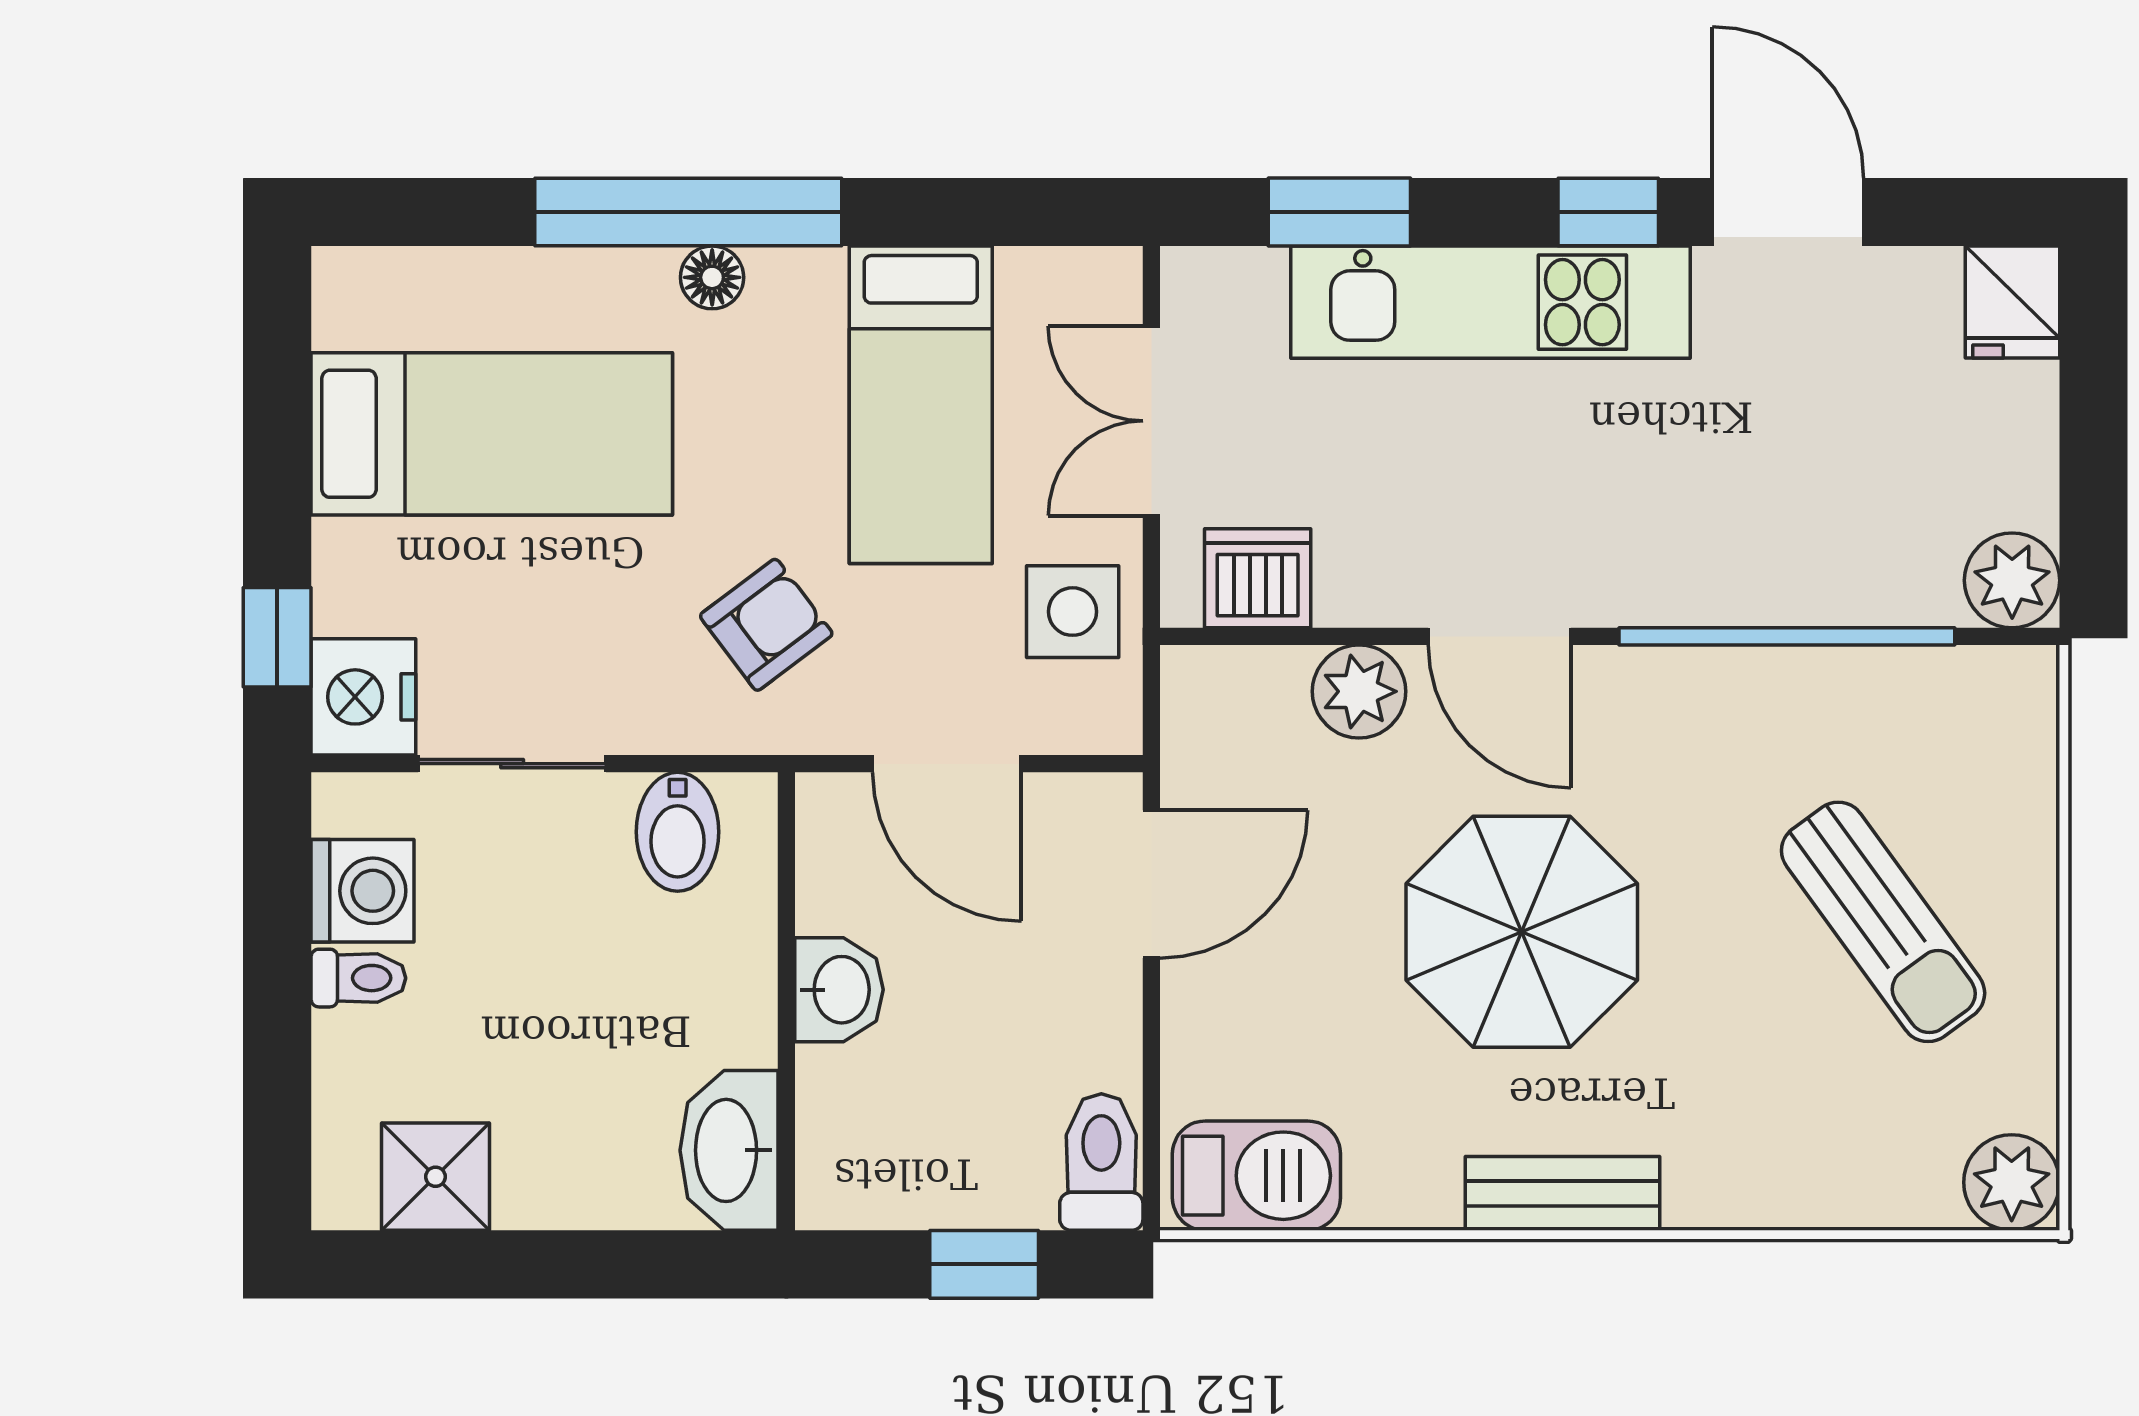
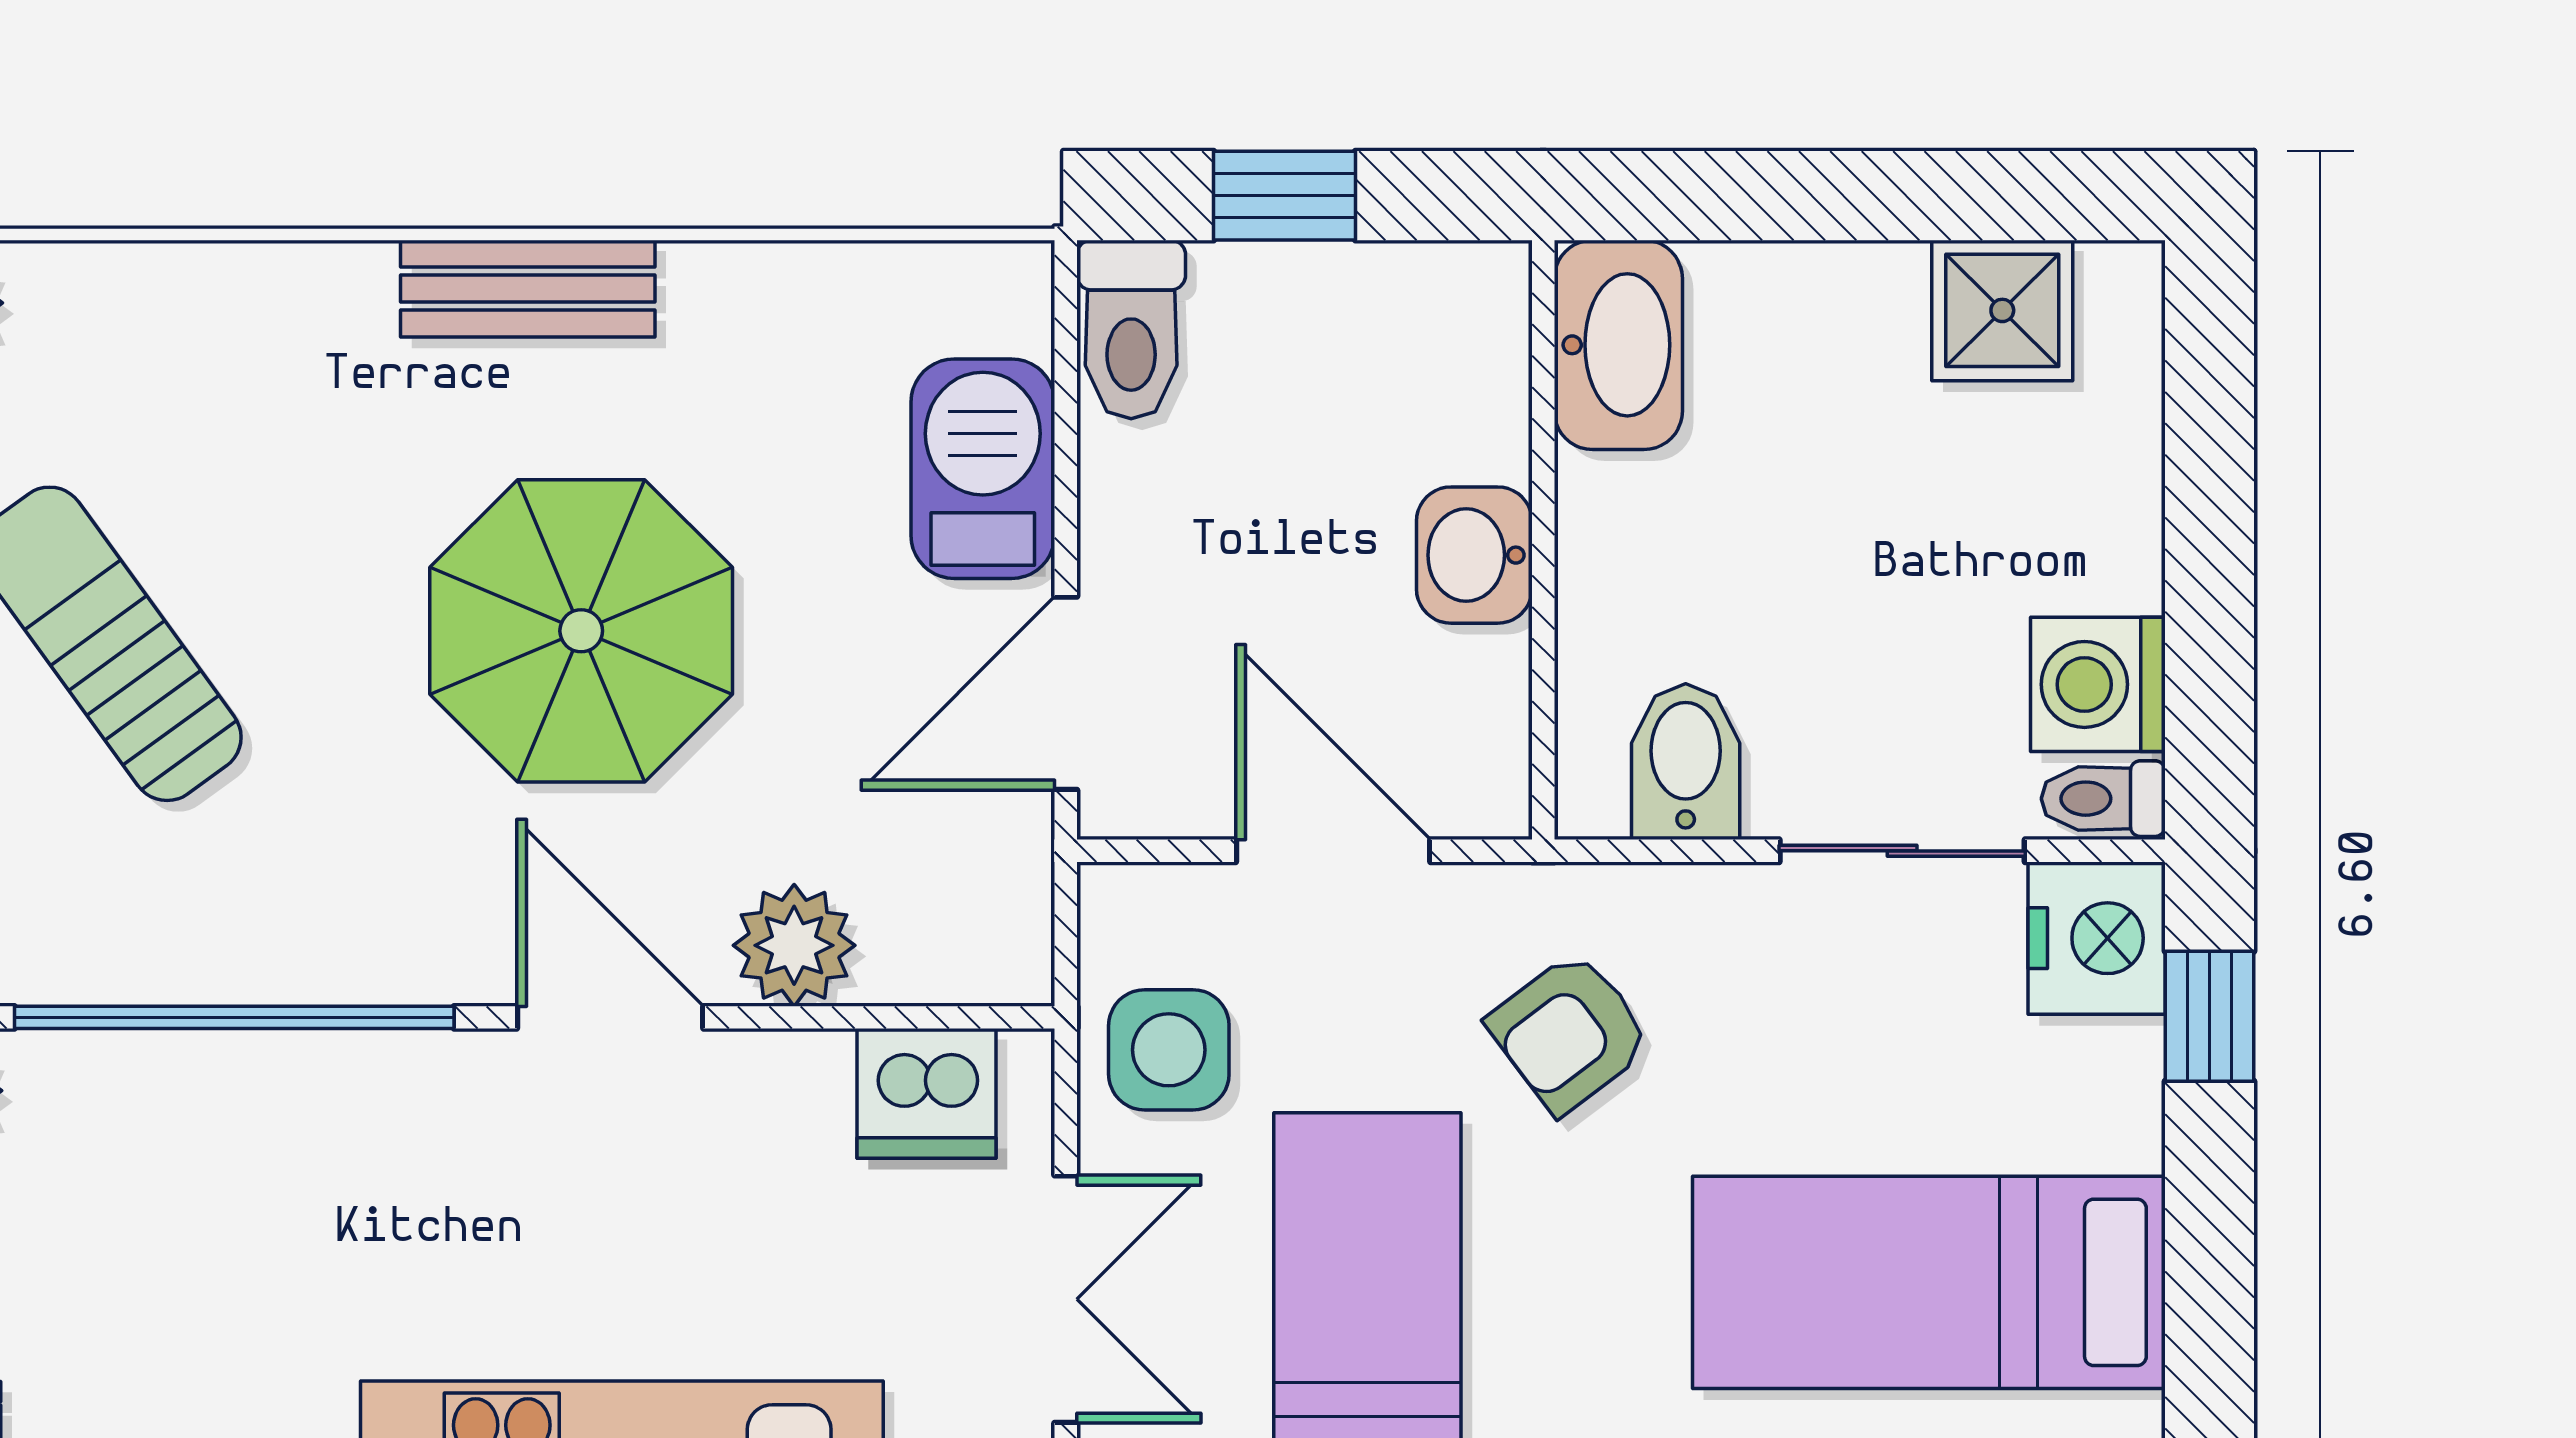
toilet: (358, 978) -> (2103, 799), moved
barbecue: (1256, 1176) -> (983, 469), moved, turned 90

